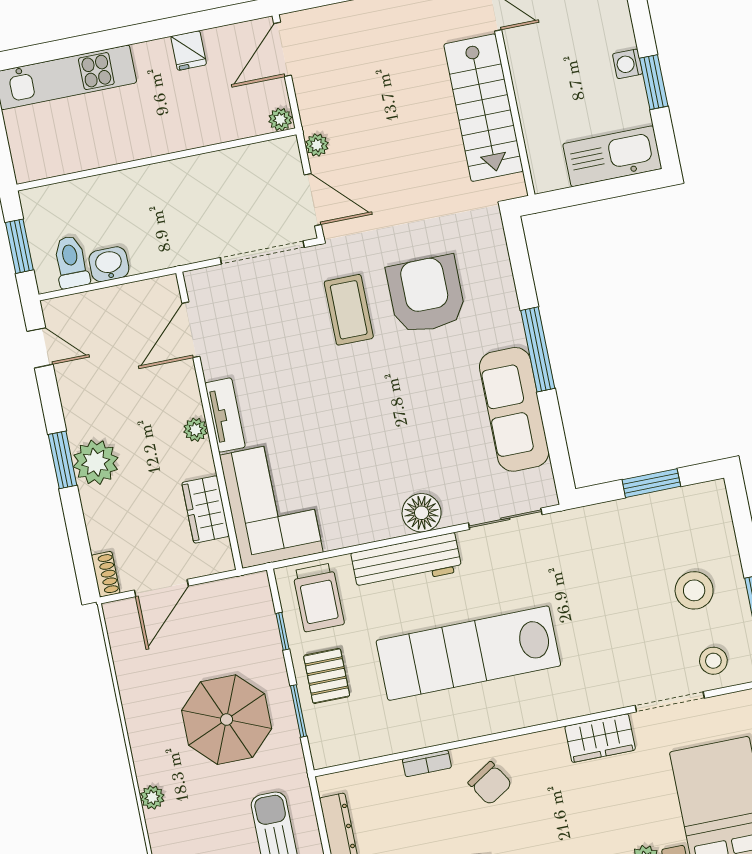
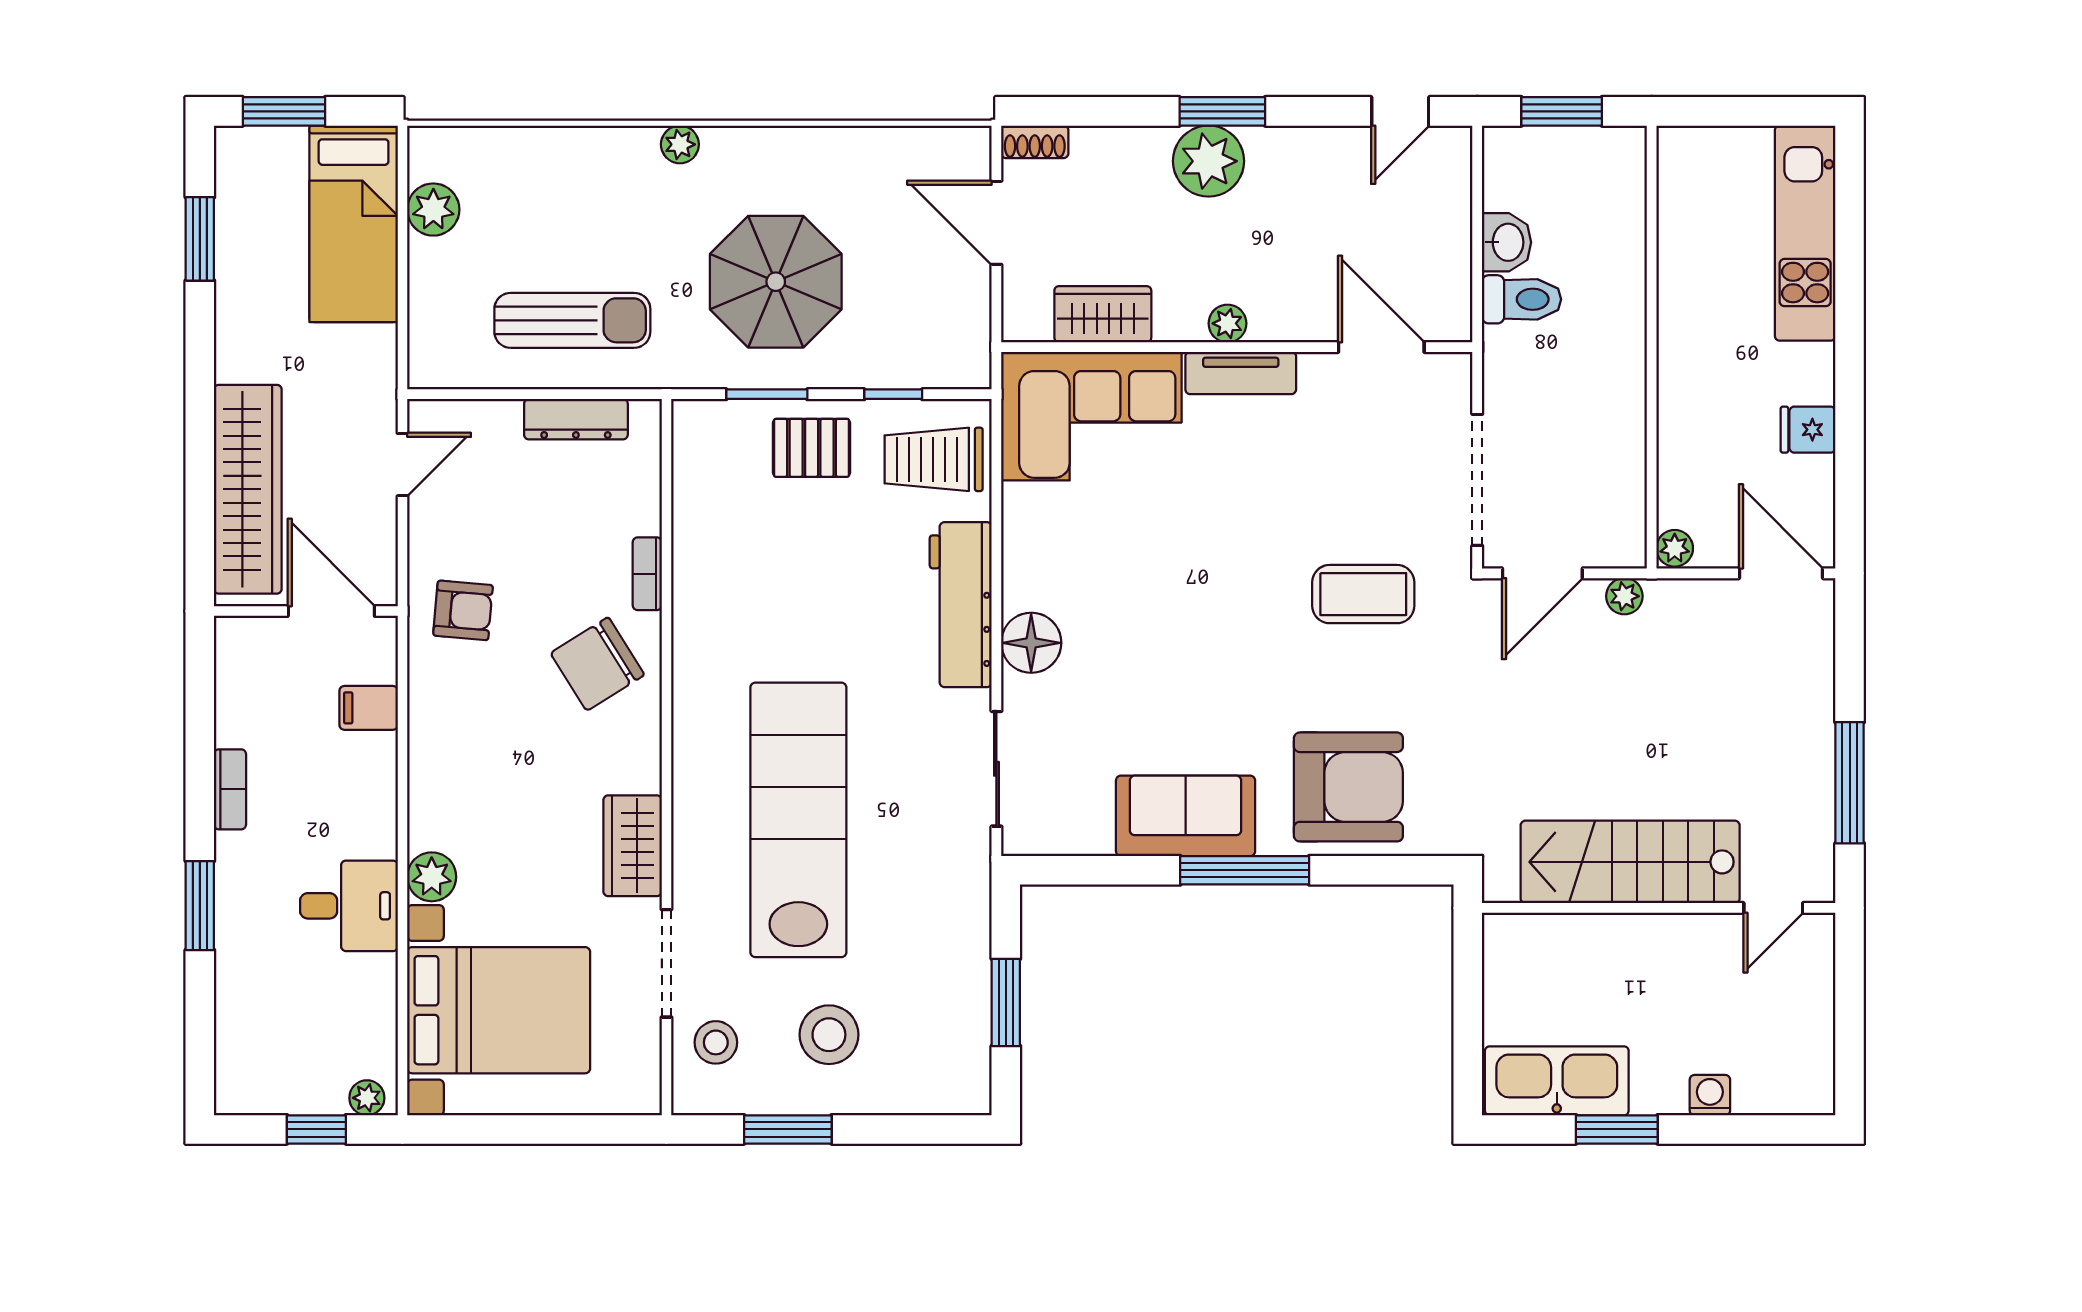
washing machine: (628, 64) -> (1710, 1095), moved
kitchen sink: (612, 156) -> (1557, 1081), moved, turned -90
toilet: (71, 262) -> (1522, 299), moved
armchair: (426, 294) -> (1348, 787), moved
sofa: (514, 409) -> (1186, 816), width x0.73
lab bench: (468, 653) -> (798, 820), moved
chair: (490, 783) -> (597, 664), width x1.37, depth x1.37

